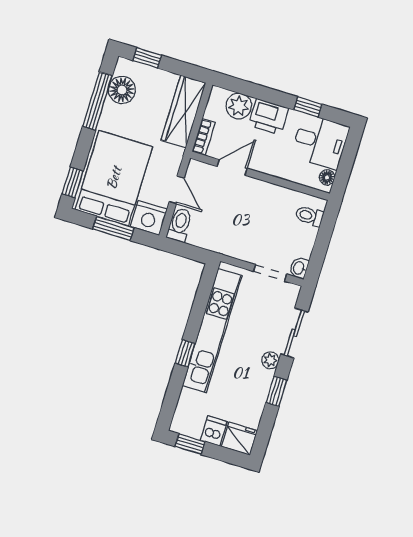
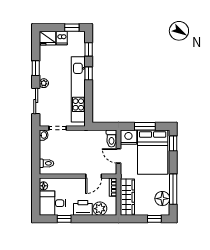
window: (172, 396) -> (89, 49), added

